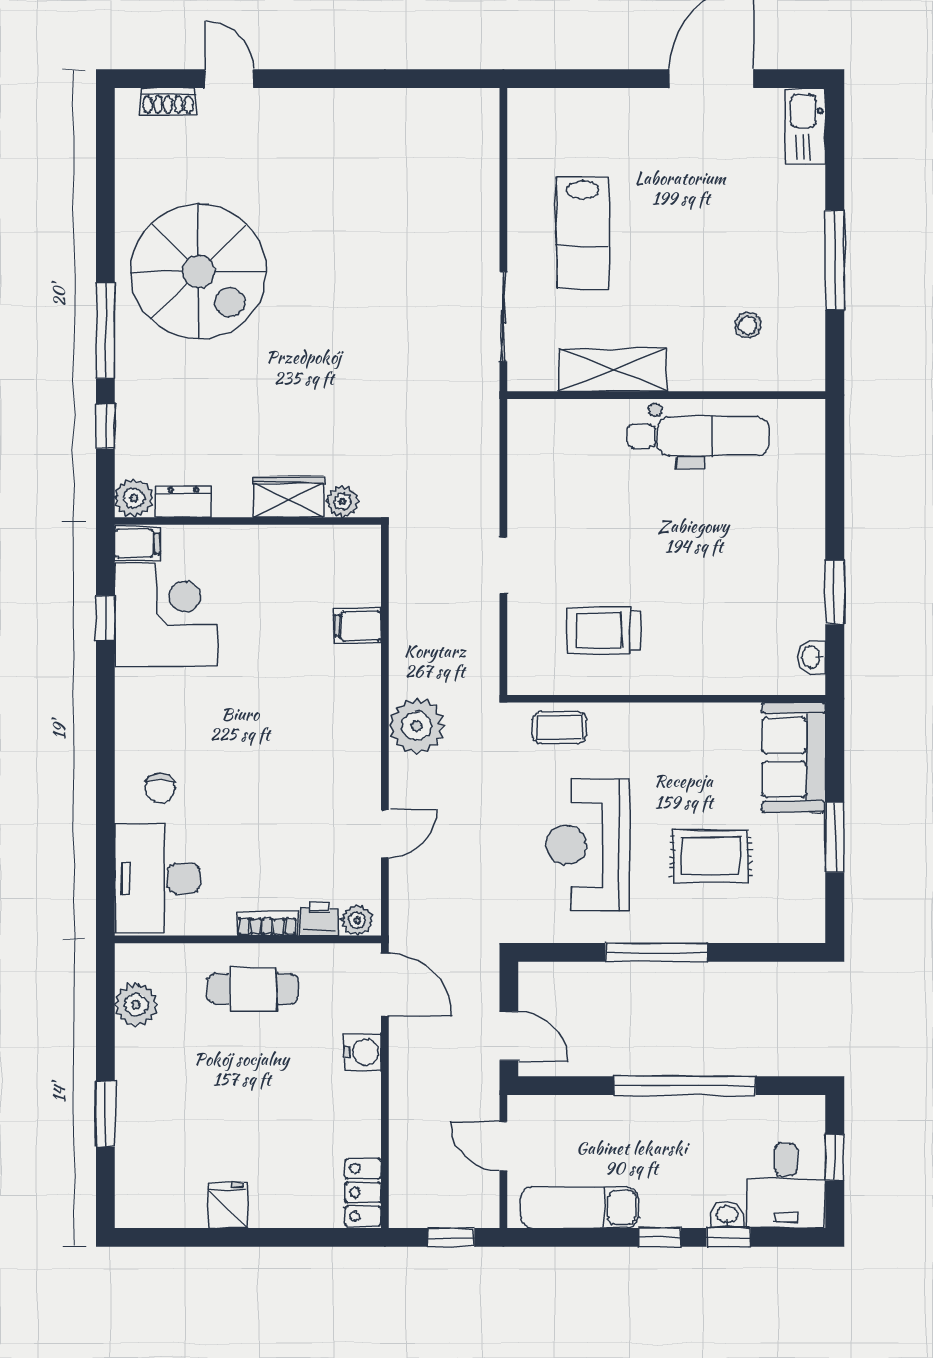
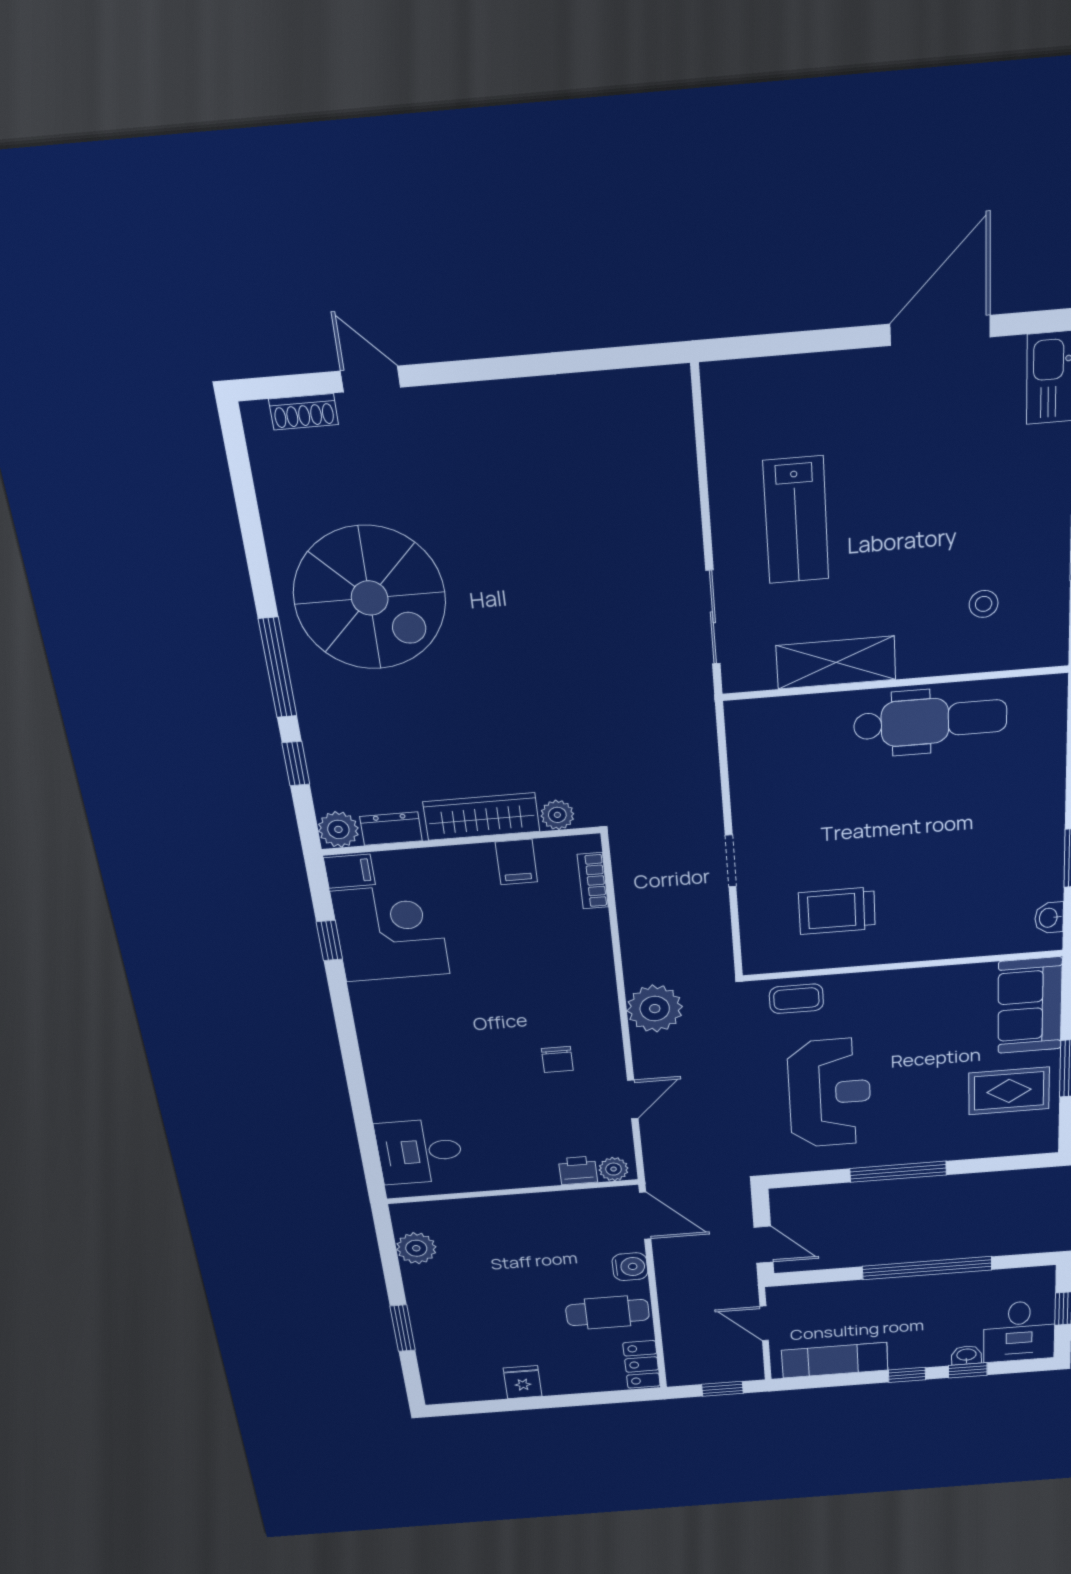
wardrobe: (288, 497) -> (481, 817), width x1.50
filing cabinet: (358, 626) -> (516, 862), moved, turned -90
chair: (160, 788) -> (557, 1059), moved
reception desk: (588, 845) -> (830, 1093), turned 180
rug: (711, 856) -> (1009, 1091), moved
desk: (157, 878) -> (420, 1152), width x0.73
bookcase: (267, 924) -> (593, 881), moved, turned -90
cafe table: (253, 989) -> (608, 1312), moved

